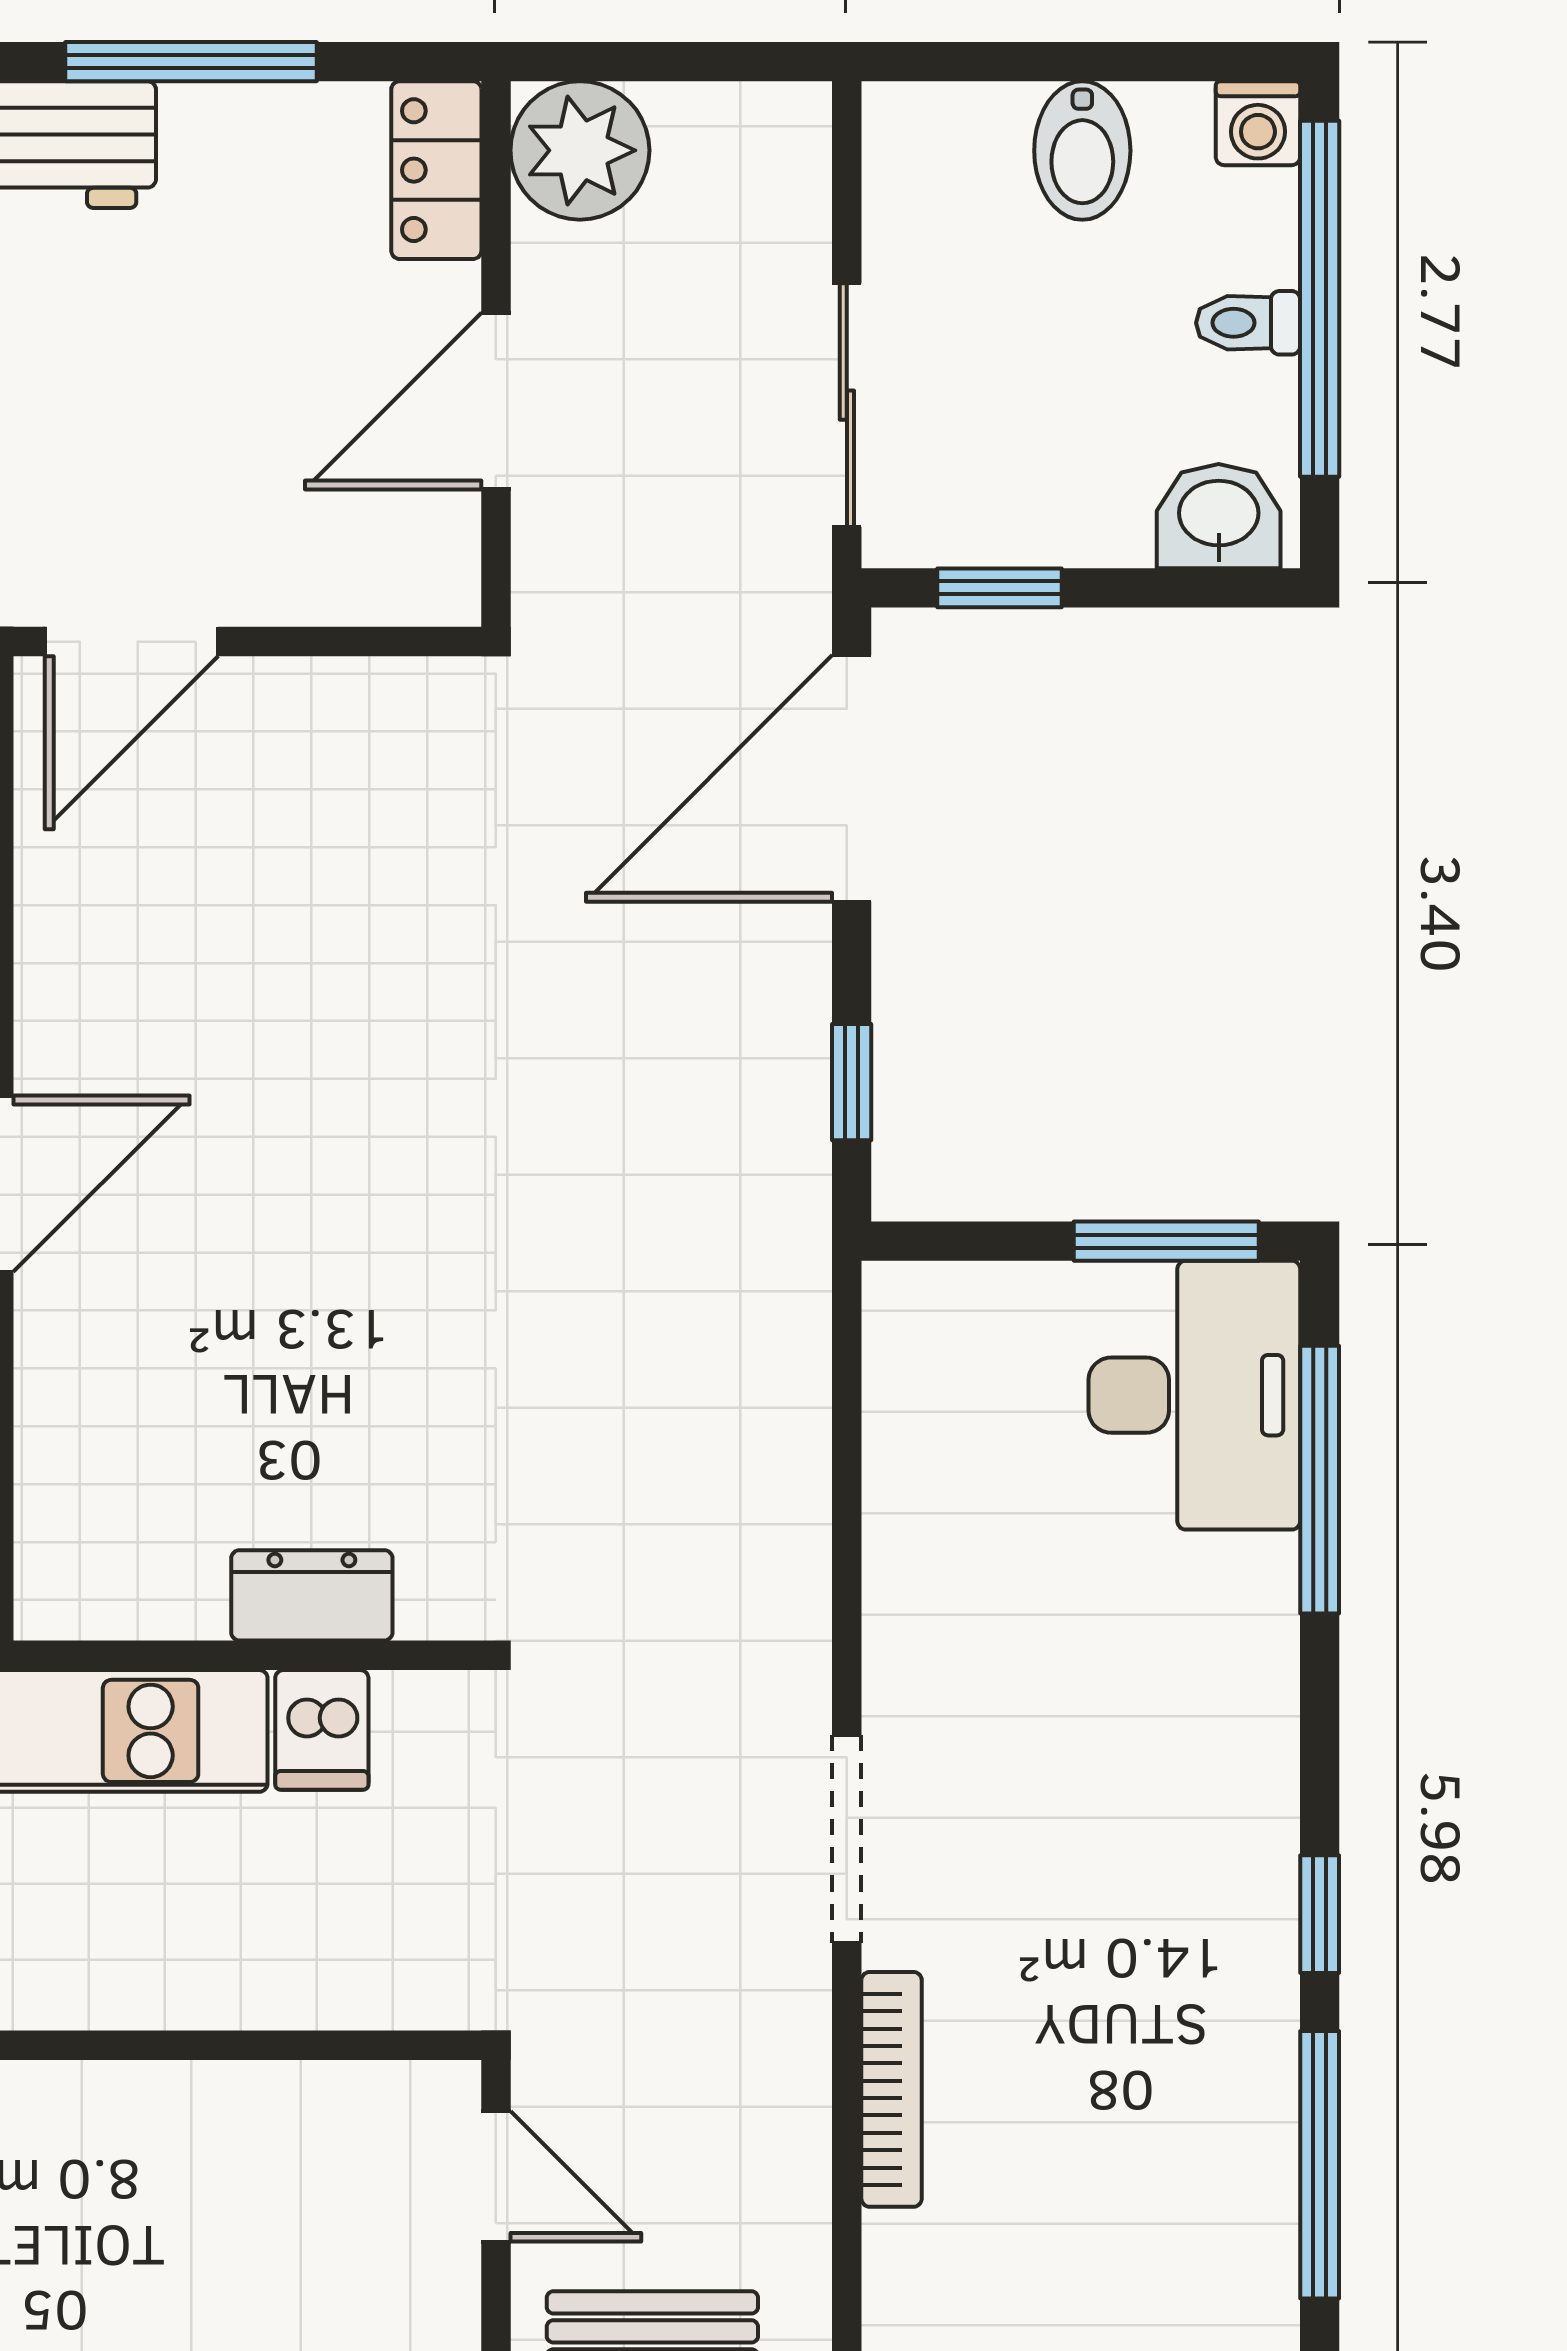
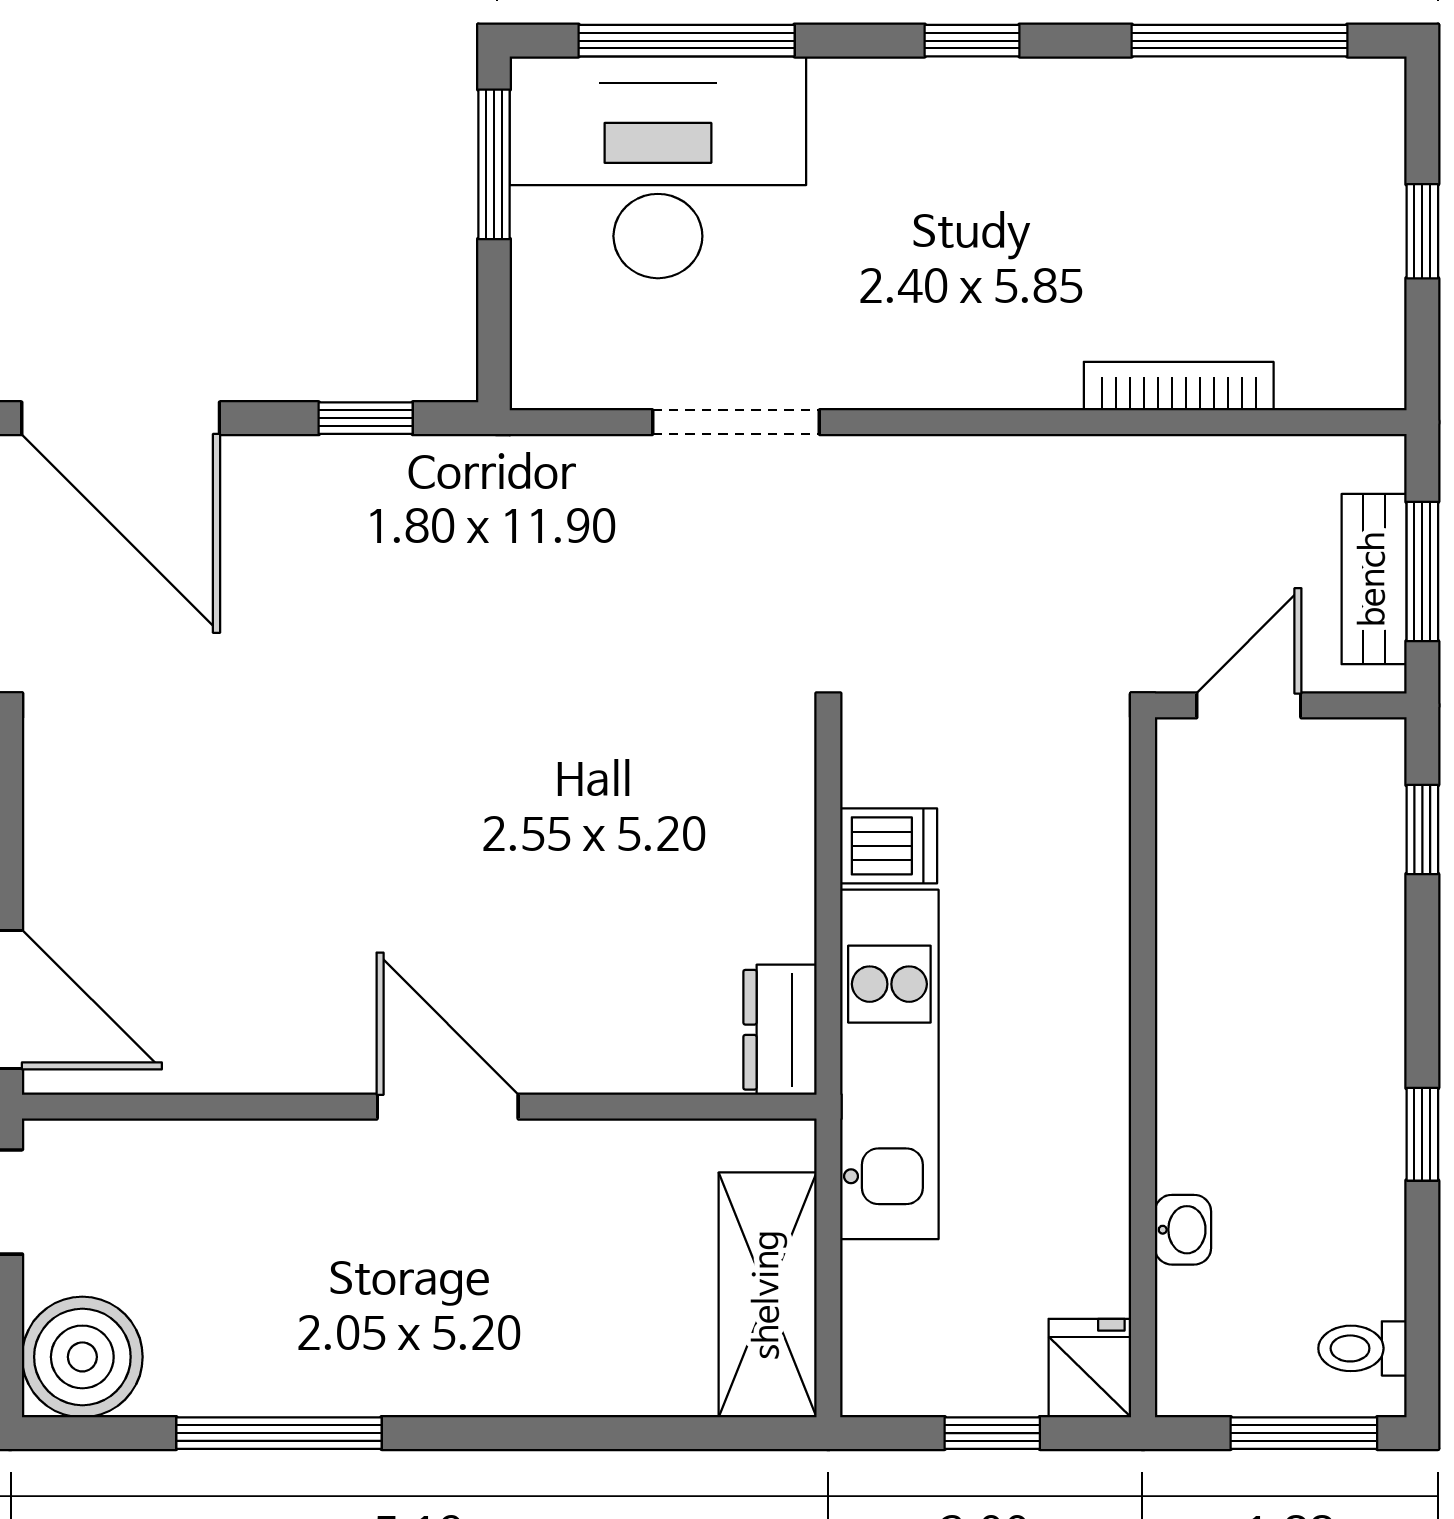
desk: (1194, 1395) -> (658, 167), width x1.36, depth x1.30
dresser: (312, 1595) -> (780, 1030), moved
doorway: (847, 1839) -> (736, 422), moved
window: (1320, 1914) -> (972, 41), moved

